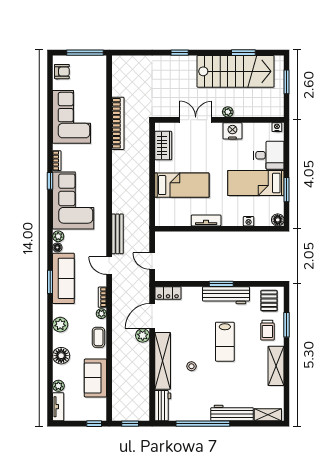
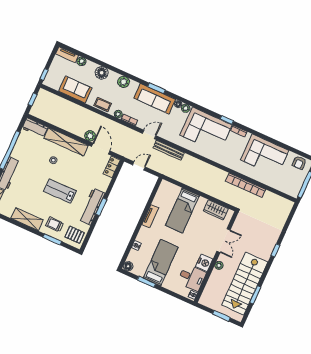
desk: (269, 155) -> (192, 278), moved, turned -90

